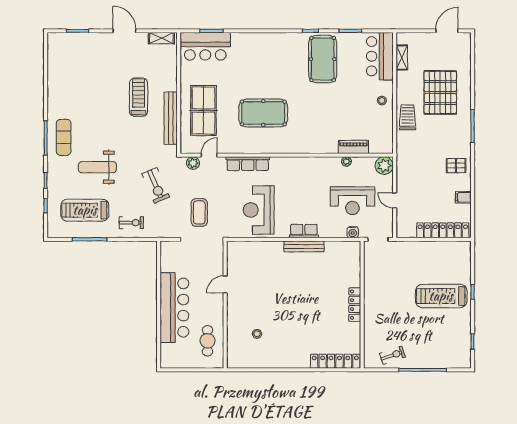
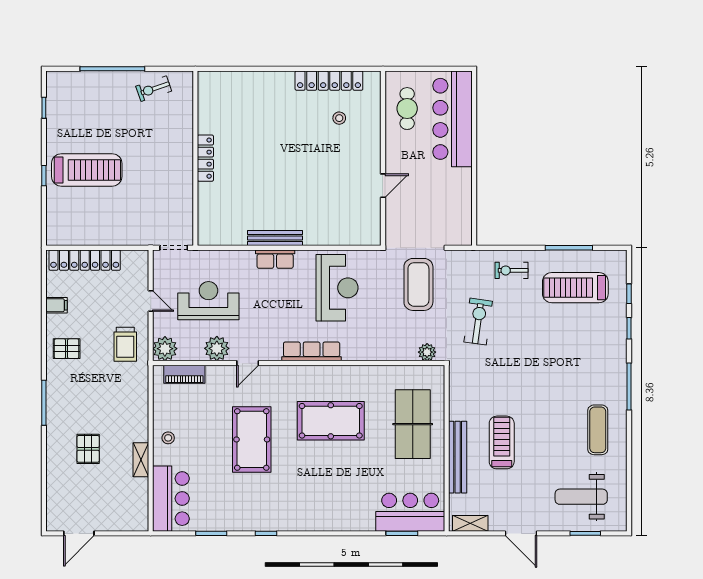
shelving: (402, 58) -> (141, 460), moved
pool table: (323, 59) -> (252, 439), moved
pallet: (440, 92) -> (88, 449), width x0.49, depth x0.50
treadmill: (139, 97) -> (502, 442), turned 180
trolley: (408, 117) -> (125, 344), moved
bench: (171, 118) -> (458, 457), moved
exercise mat: (64, 137) -> (598, 430), moved
piano: (353, 147) -> (184, 374), moved
door: (209, 155) -> (248, 363), moved
plant: (346, 161) -> (217, 348), width x1.88, depth x1.88
row of seats: (248, 164) -> (312, 351), moved
weight bench: (97, 167) -> (581, 497), moved, turned 180
exercise bike: (156, 185) -> (478, 322), turned 31
treadmill: (85, 210) -> (575, 288), turned 180
coffee table: (199, 212) -> (418, 284), width x1.36, depth x1.32
water cooler: (353, 232) -> (208, 257), removed
bar counter: (174, 308) -> (453, 119), moved
locker: (335, 361) -> (329, 81), moved

